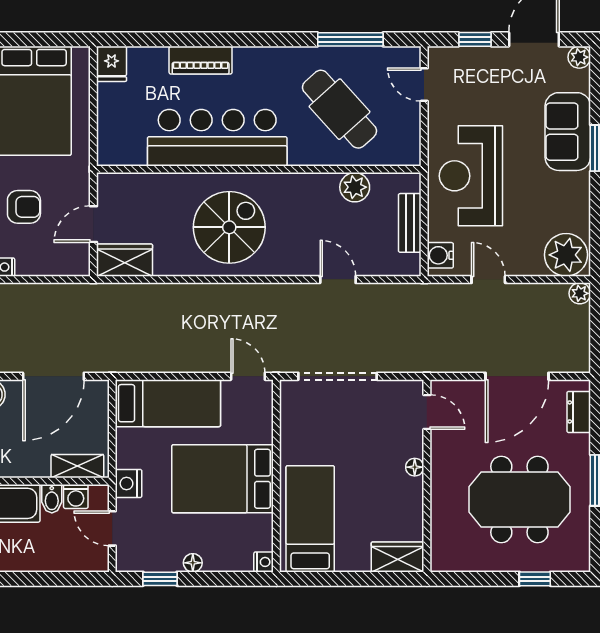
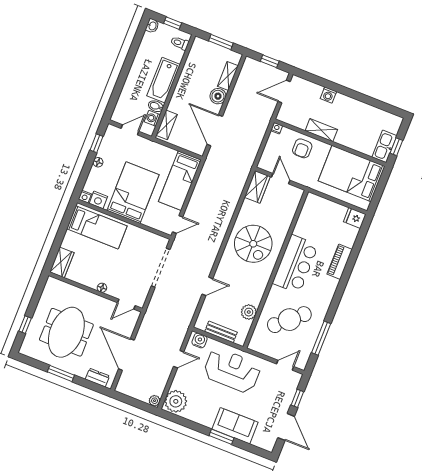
plant: (579, 57) -> (269, 445), removed
bar counter: (217, 138) -> (295, 264), width x0.73
nightstand: (129, 483) -> (98, 200), moved, turned 180

